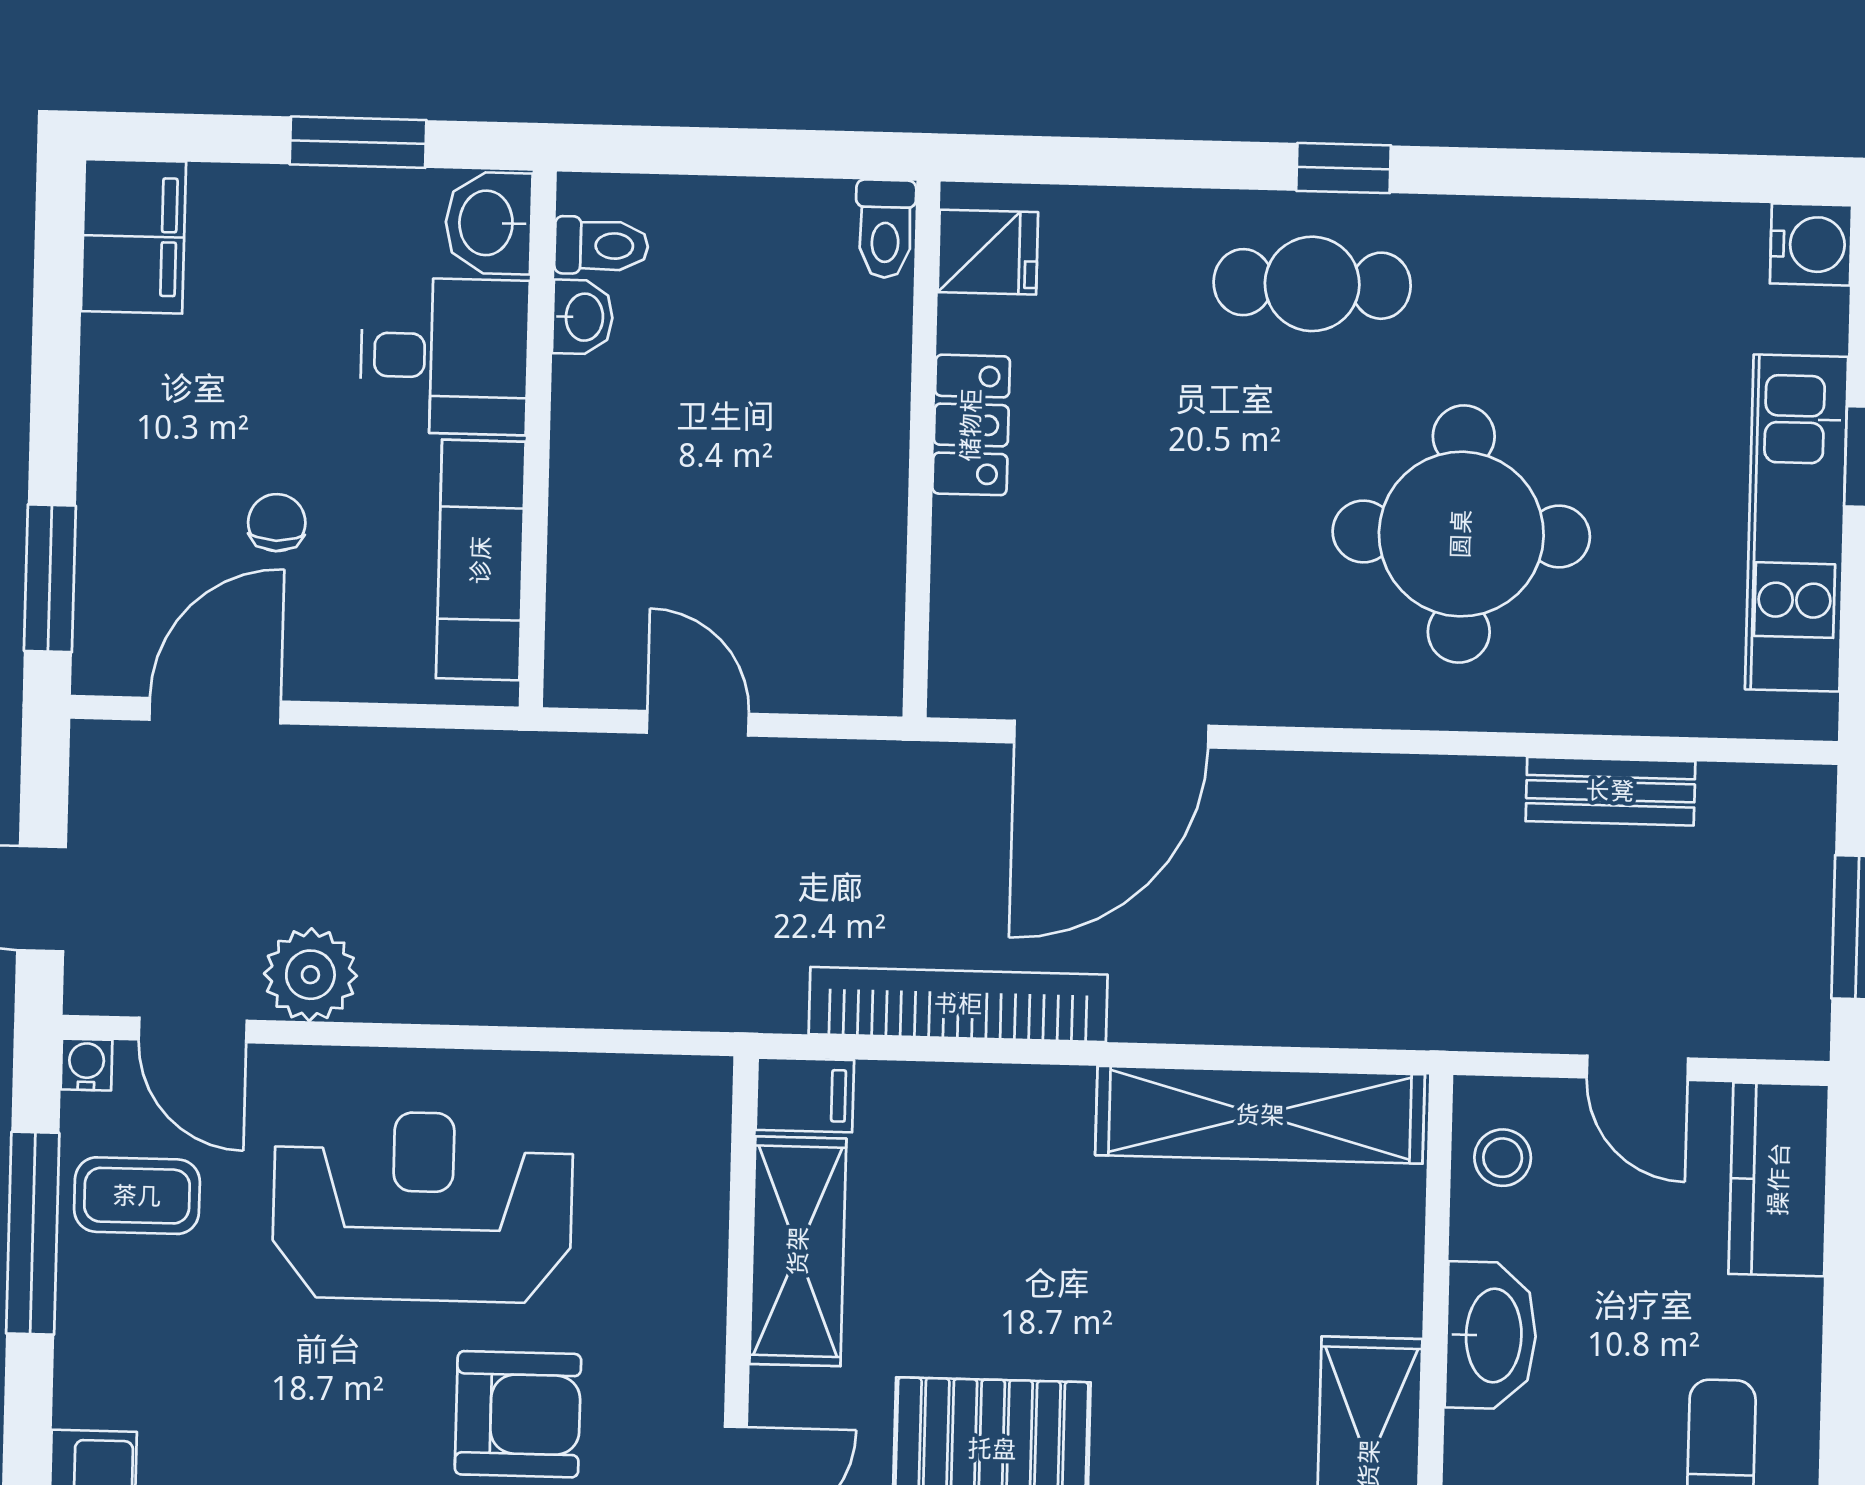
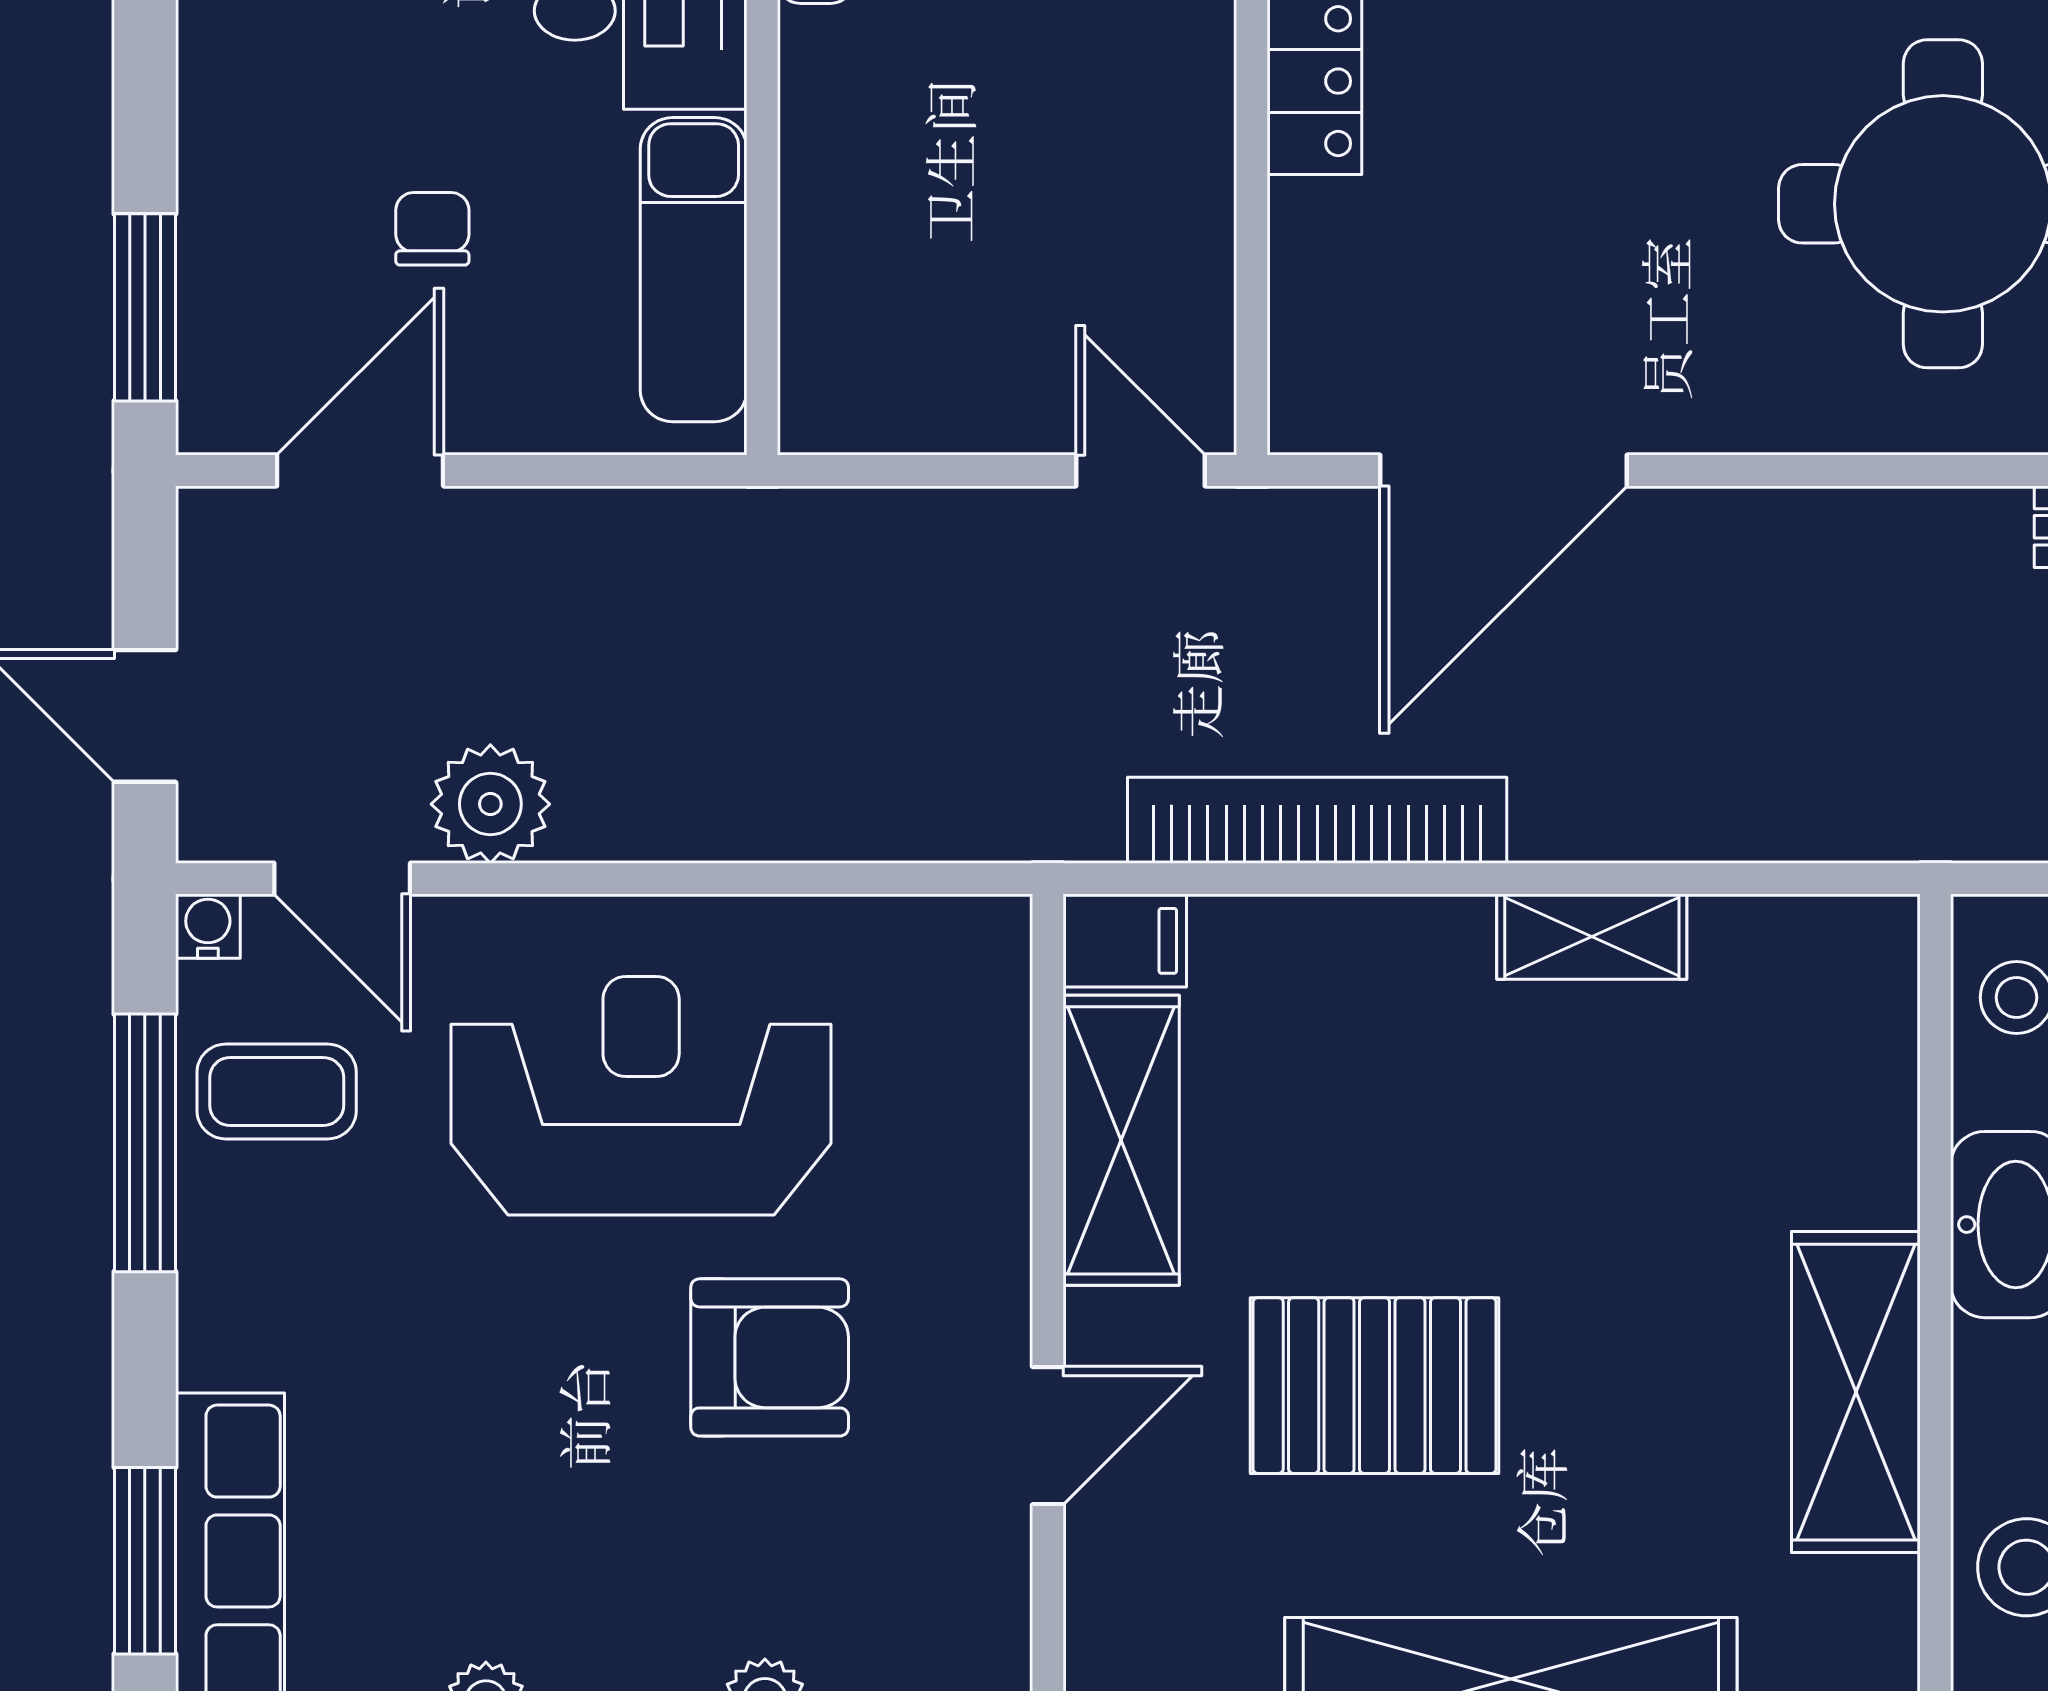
door: (698, 723) -> (1140, 471), moved
shelving: (1260, 1115) -> (1592, 937), width x0.45, depth x0.75

